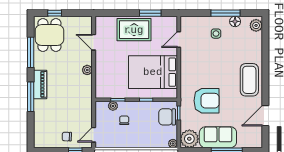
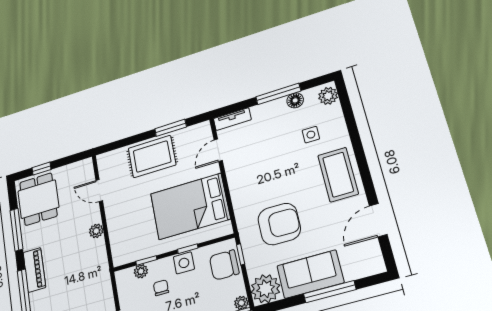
tv unit: (192, 21) -> (232, 119), added
side table: (216, 34) -> (311, 135), moved
side table: (142, 108) -> (184, 263), added

